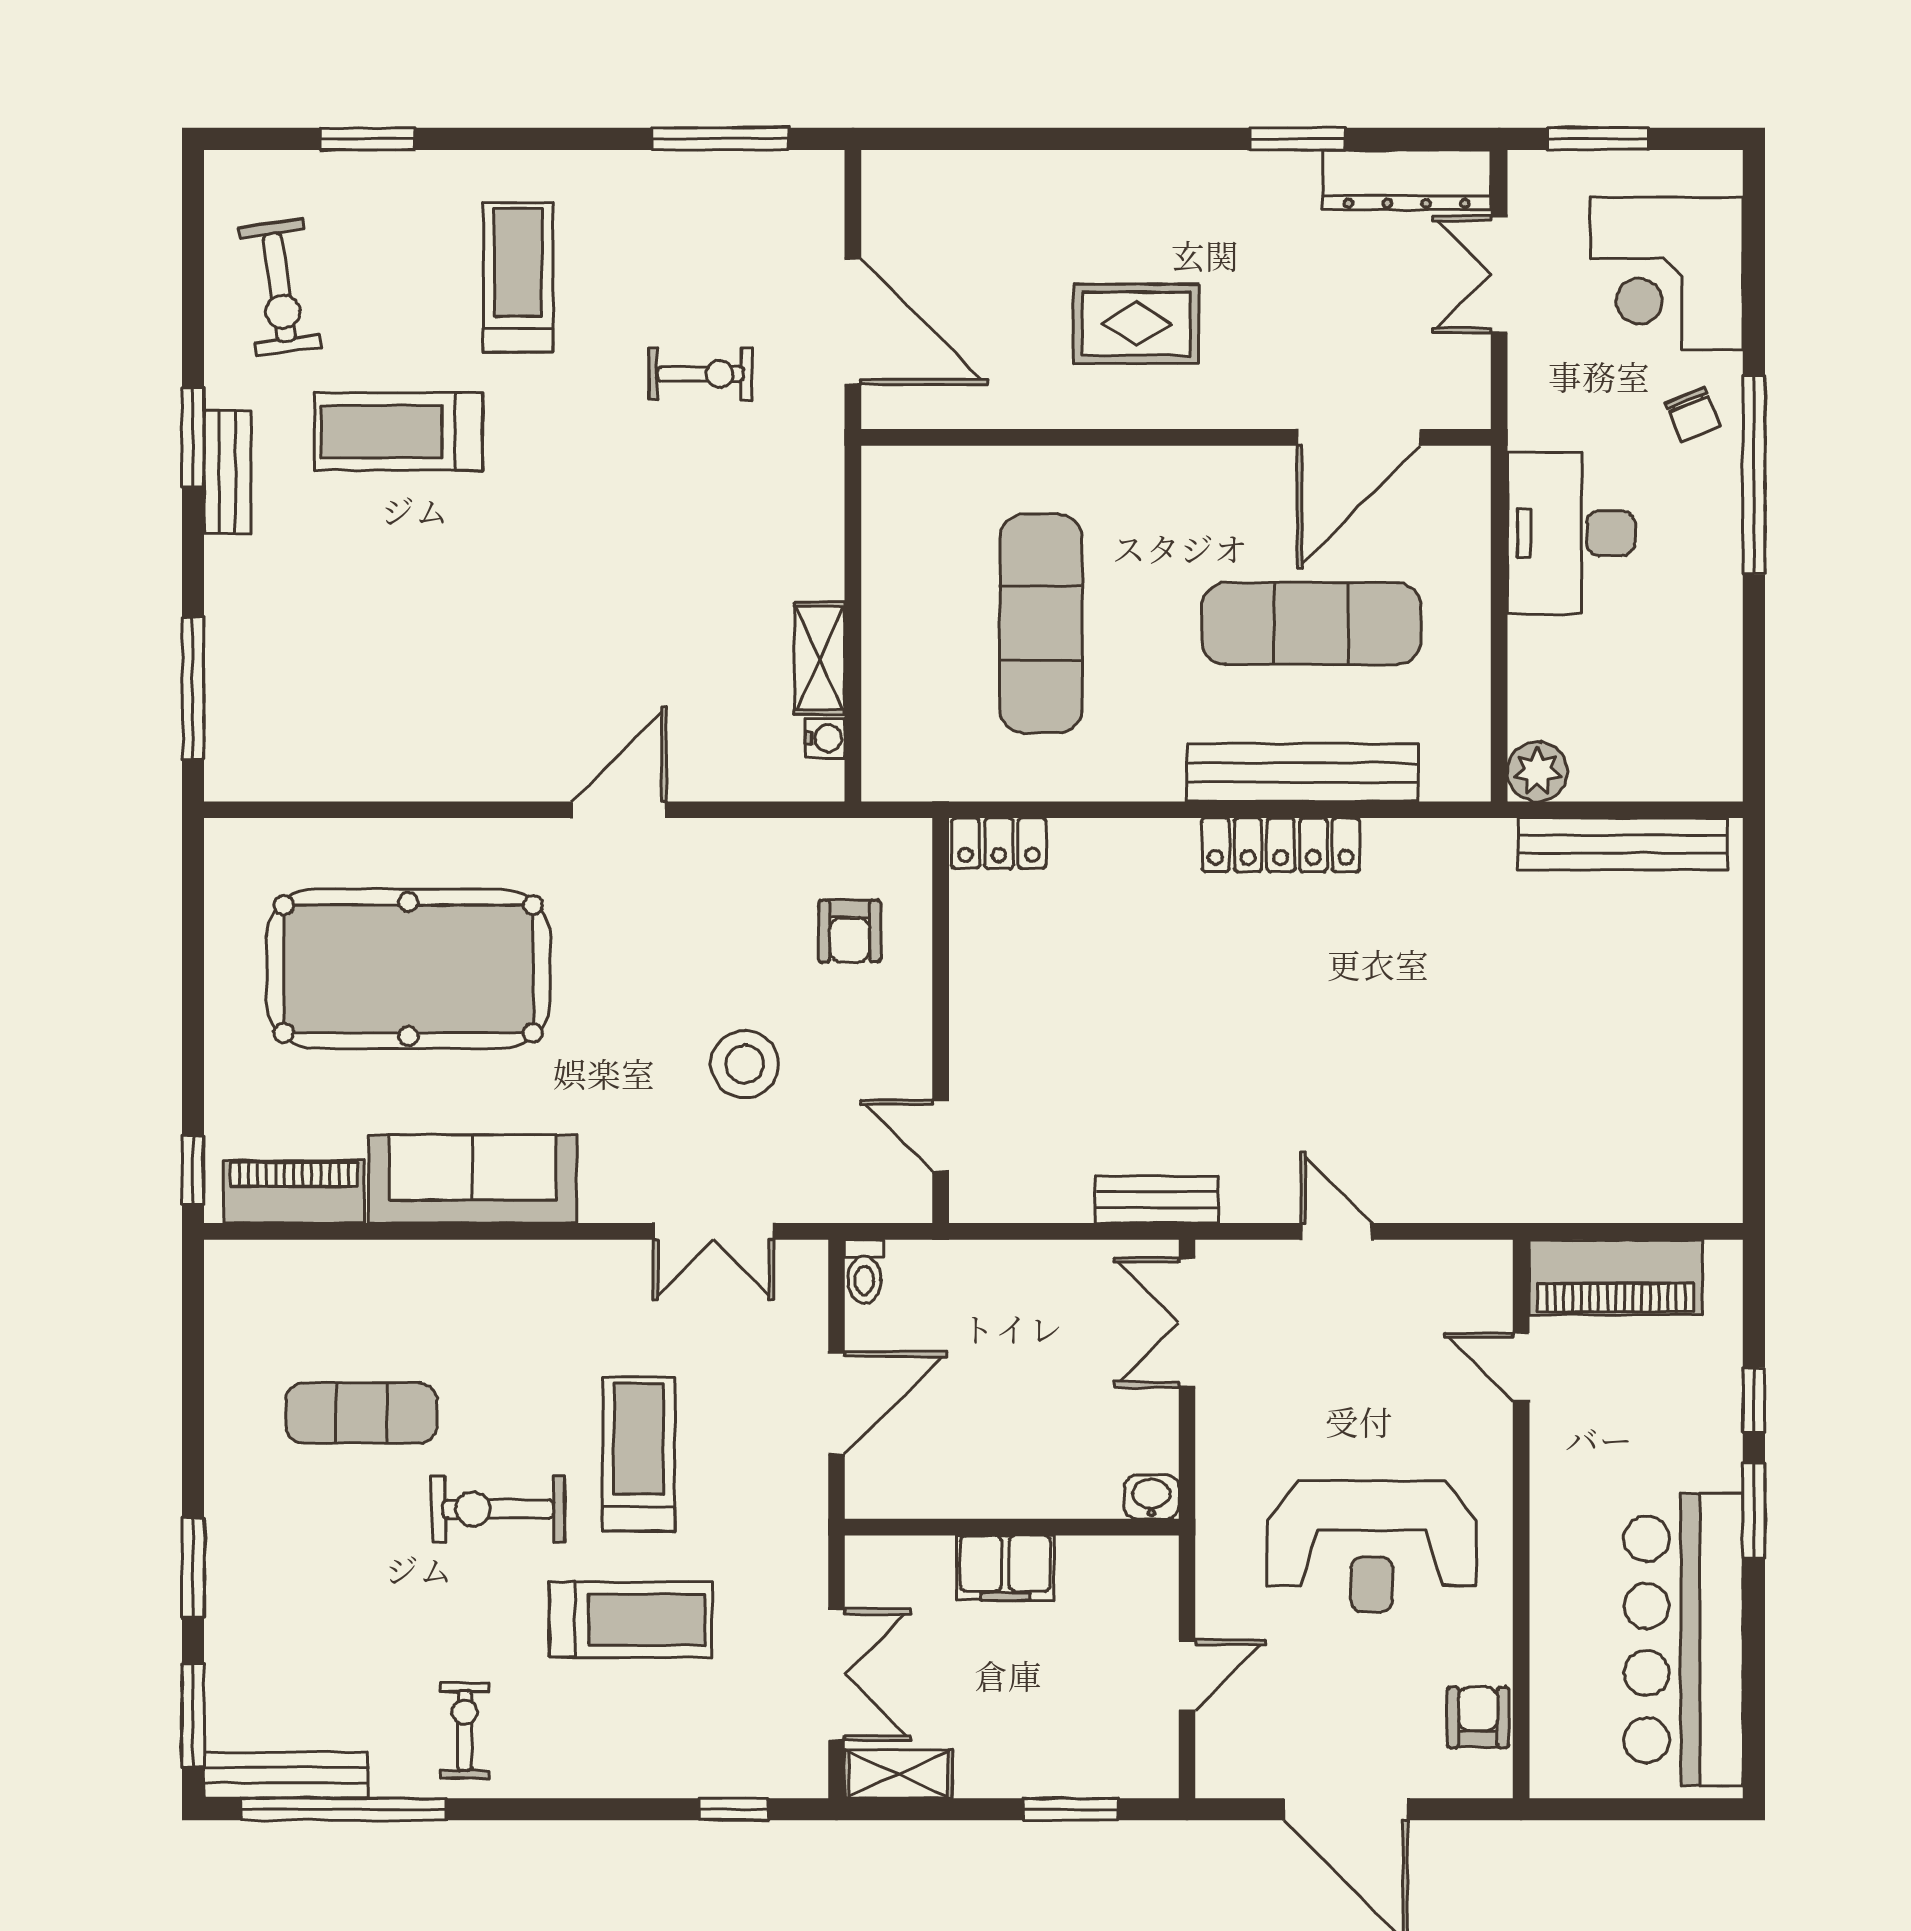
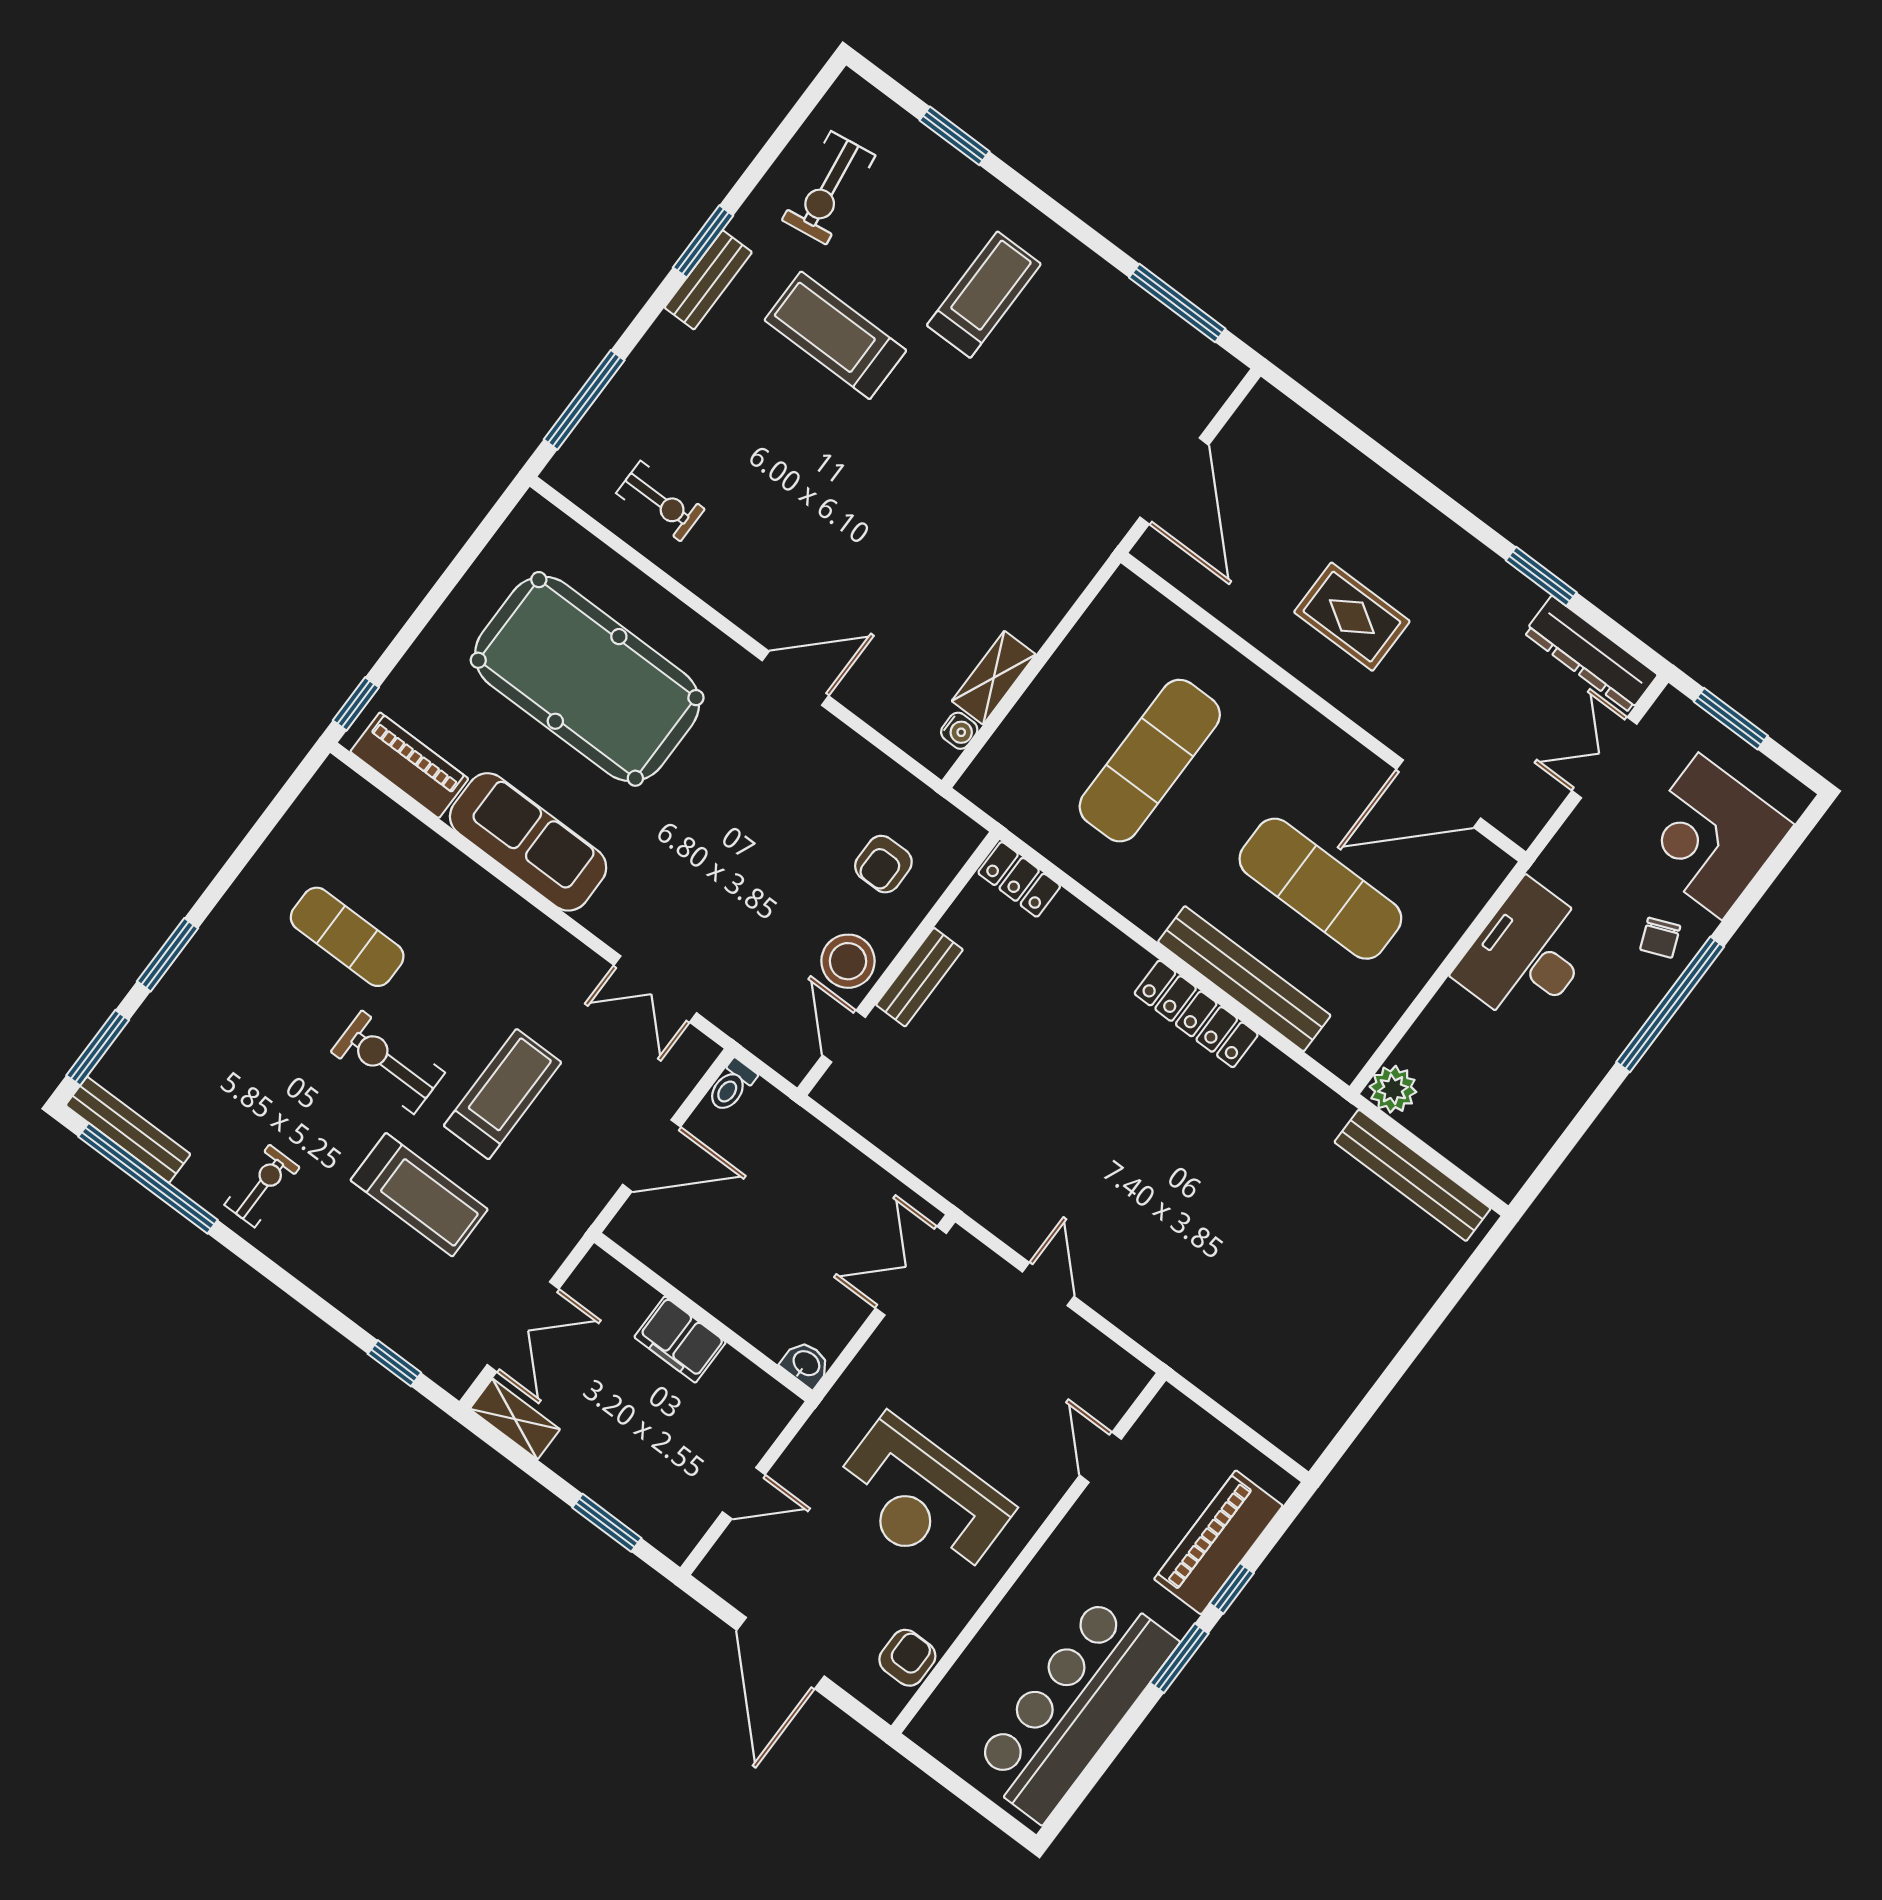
exercise bike: (700, 374) -> (660, 501), moved
stool: (745, 1064) -> (848, 961), moved
bench: (1157, 1200) -> (919, 977), moved, turned 90
piano: (1616, 1277) -> (1218, 1542), moved, turned 90

